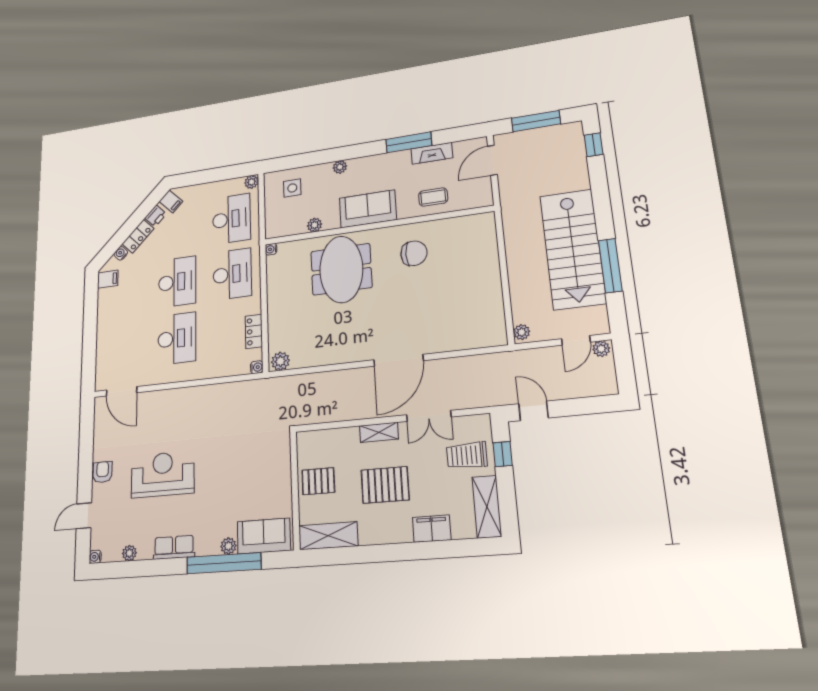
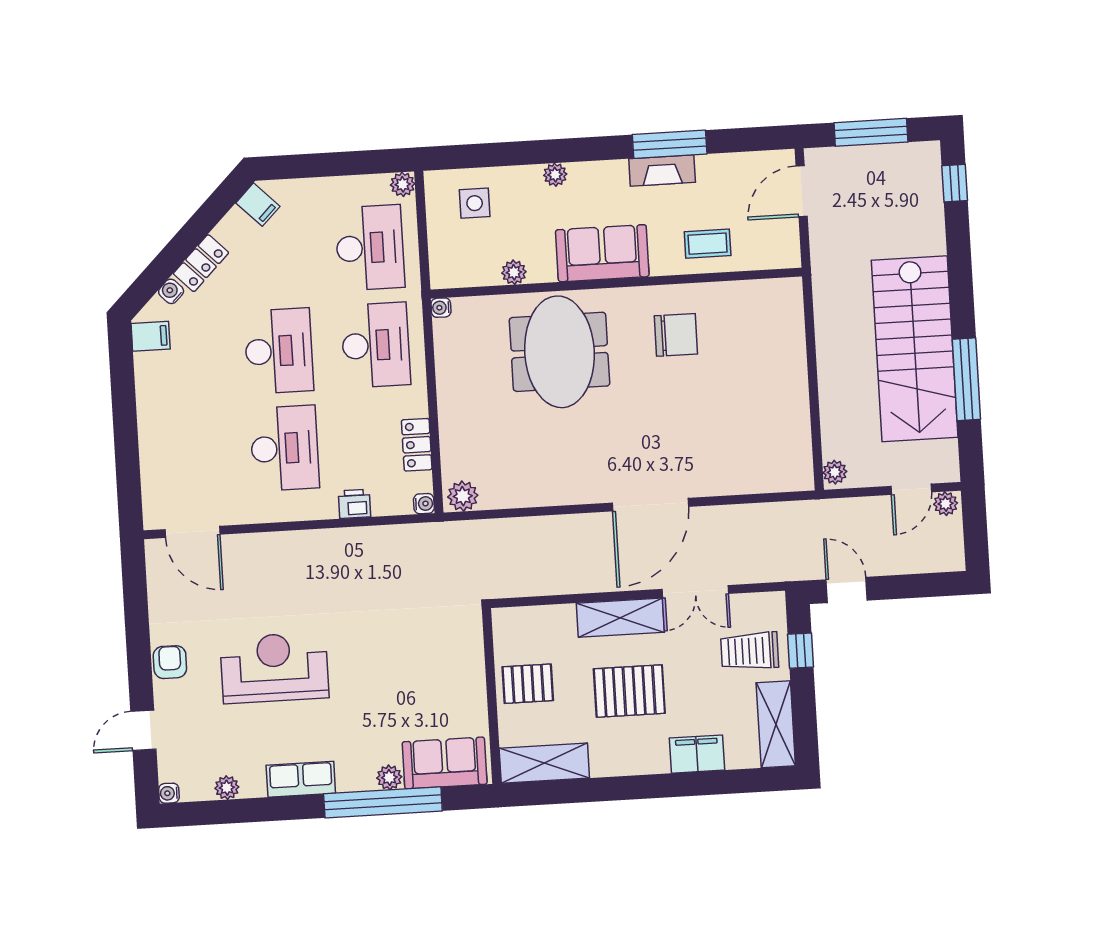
fireplace: (432, 153) -> (662, 171), moved
printer: (156, 216) -> (354, 504), moved, turned -135
shelving: (379, 432) -> (620, 618), width x1.50, depth x1.33

